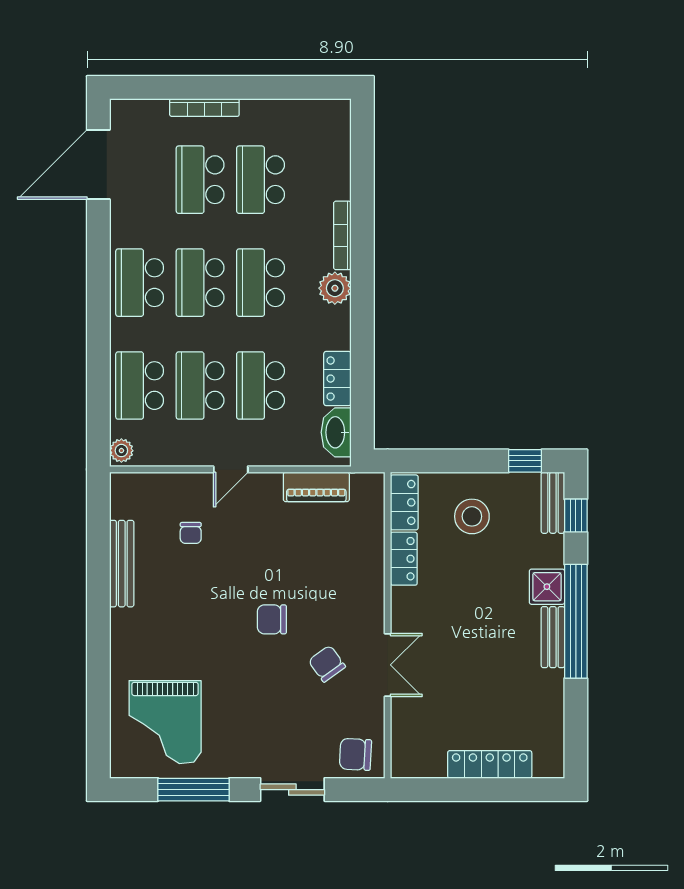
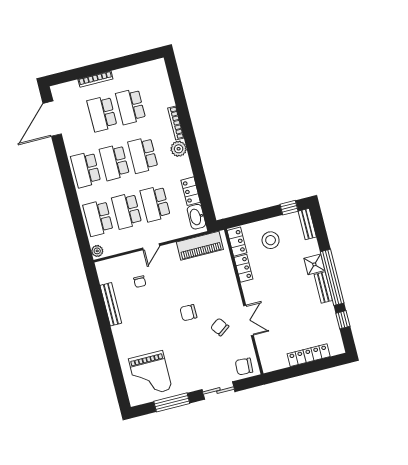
piano: (316, 487) -> (200, 246), width x1.37, depth x1.33
window: (576, 516) -> (343, 320), moved

